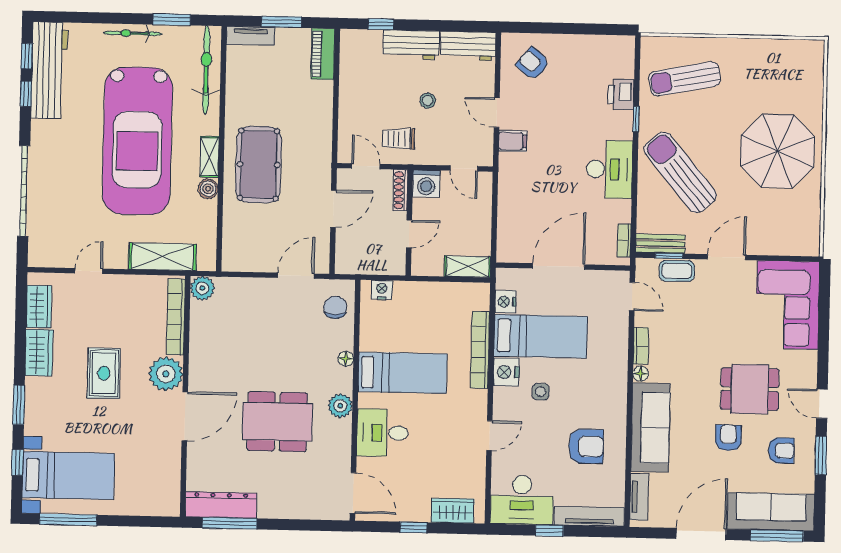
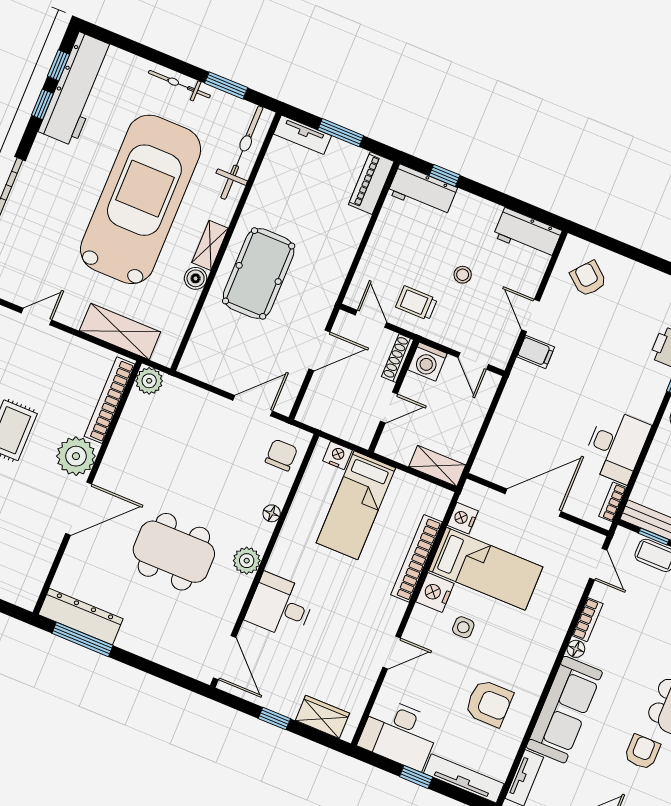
workbench: (411, 45) -> (422, 191), moved
car: (137, 141) -> (141, 199), turned 180
desk: (610, 169) -> (616, 446), moved
bed: (403, 373) -> (356, 505), moved, turned 90

